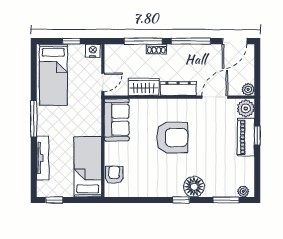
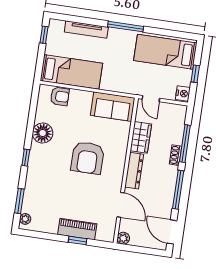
plant: (246, 108) -> (105, 233), removed
floor lamp: (194, 187) -> (43, 133), moved

